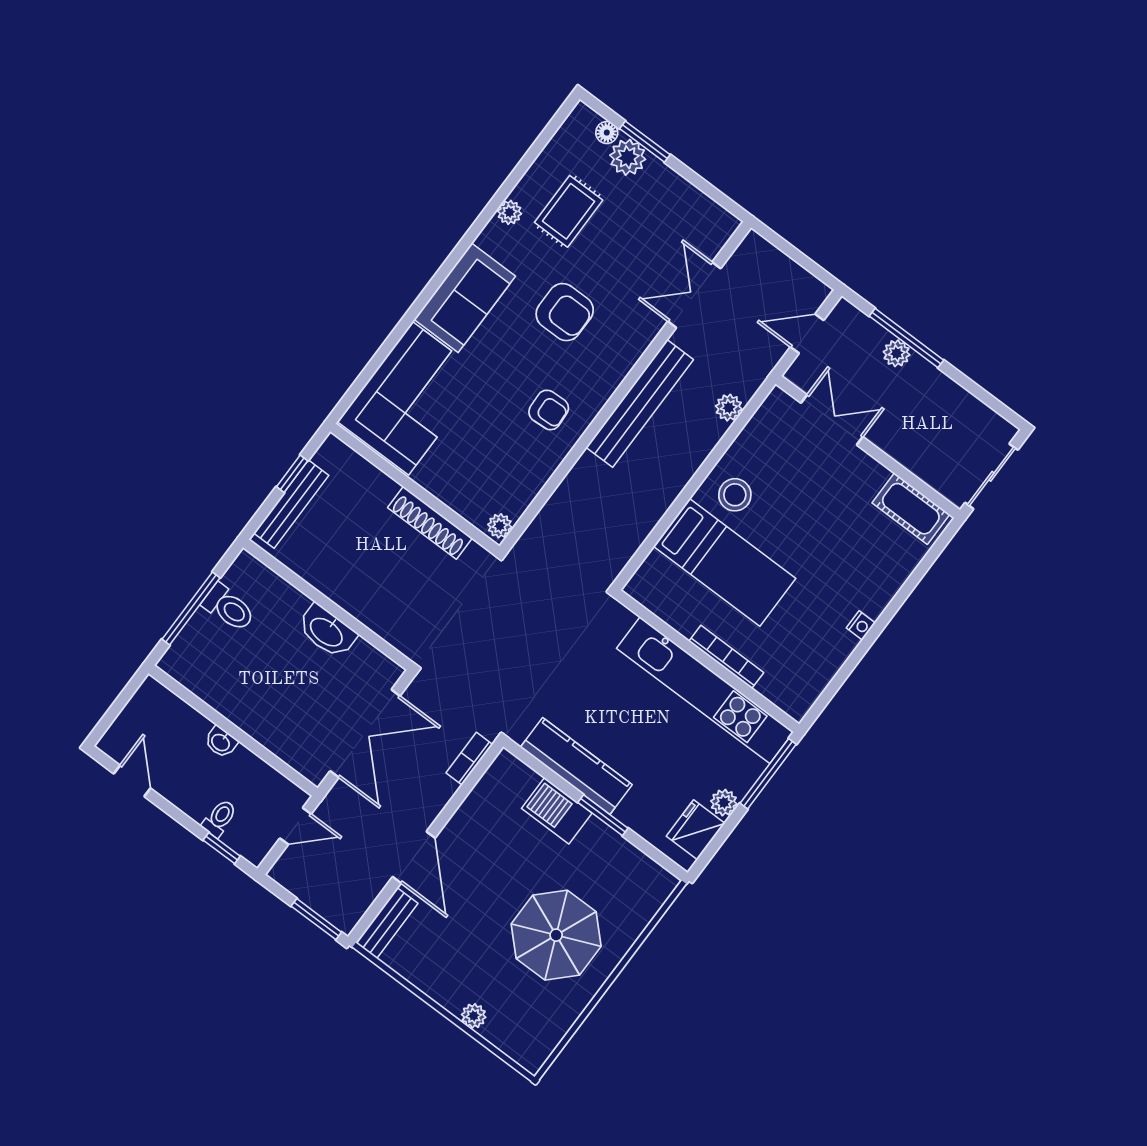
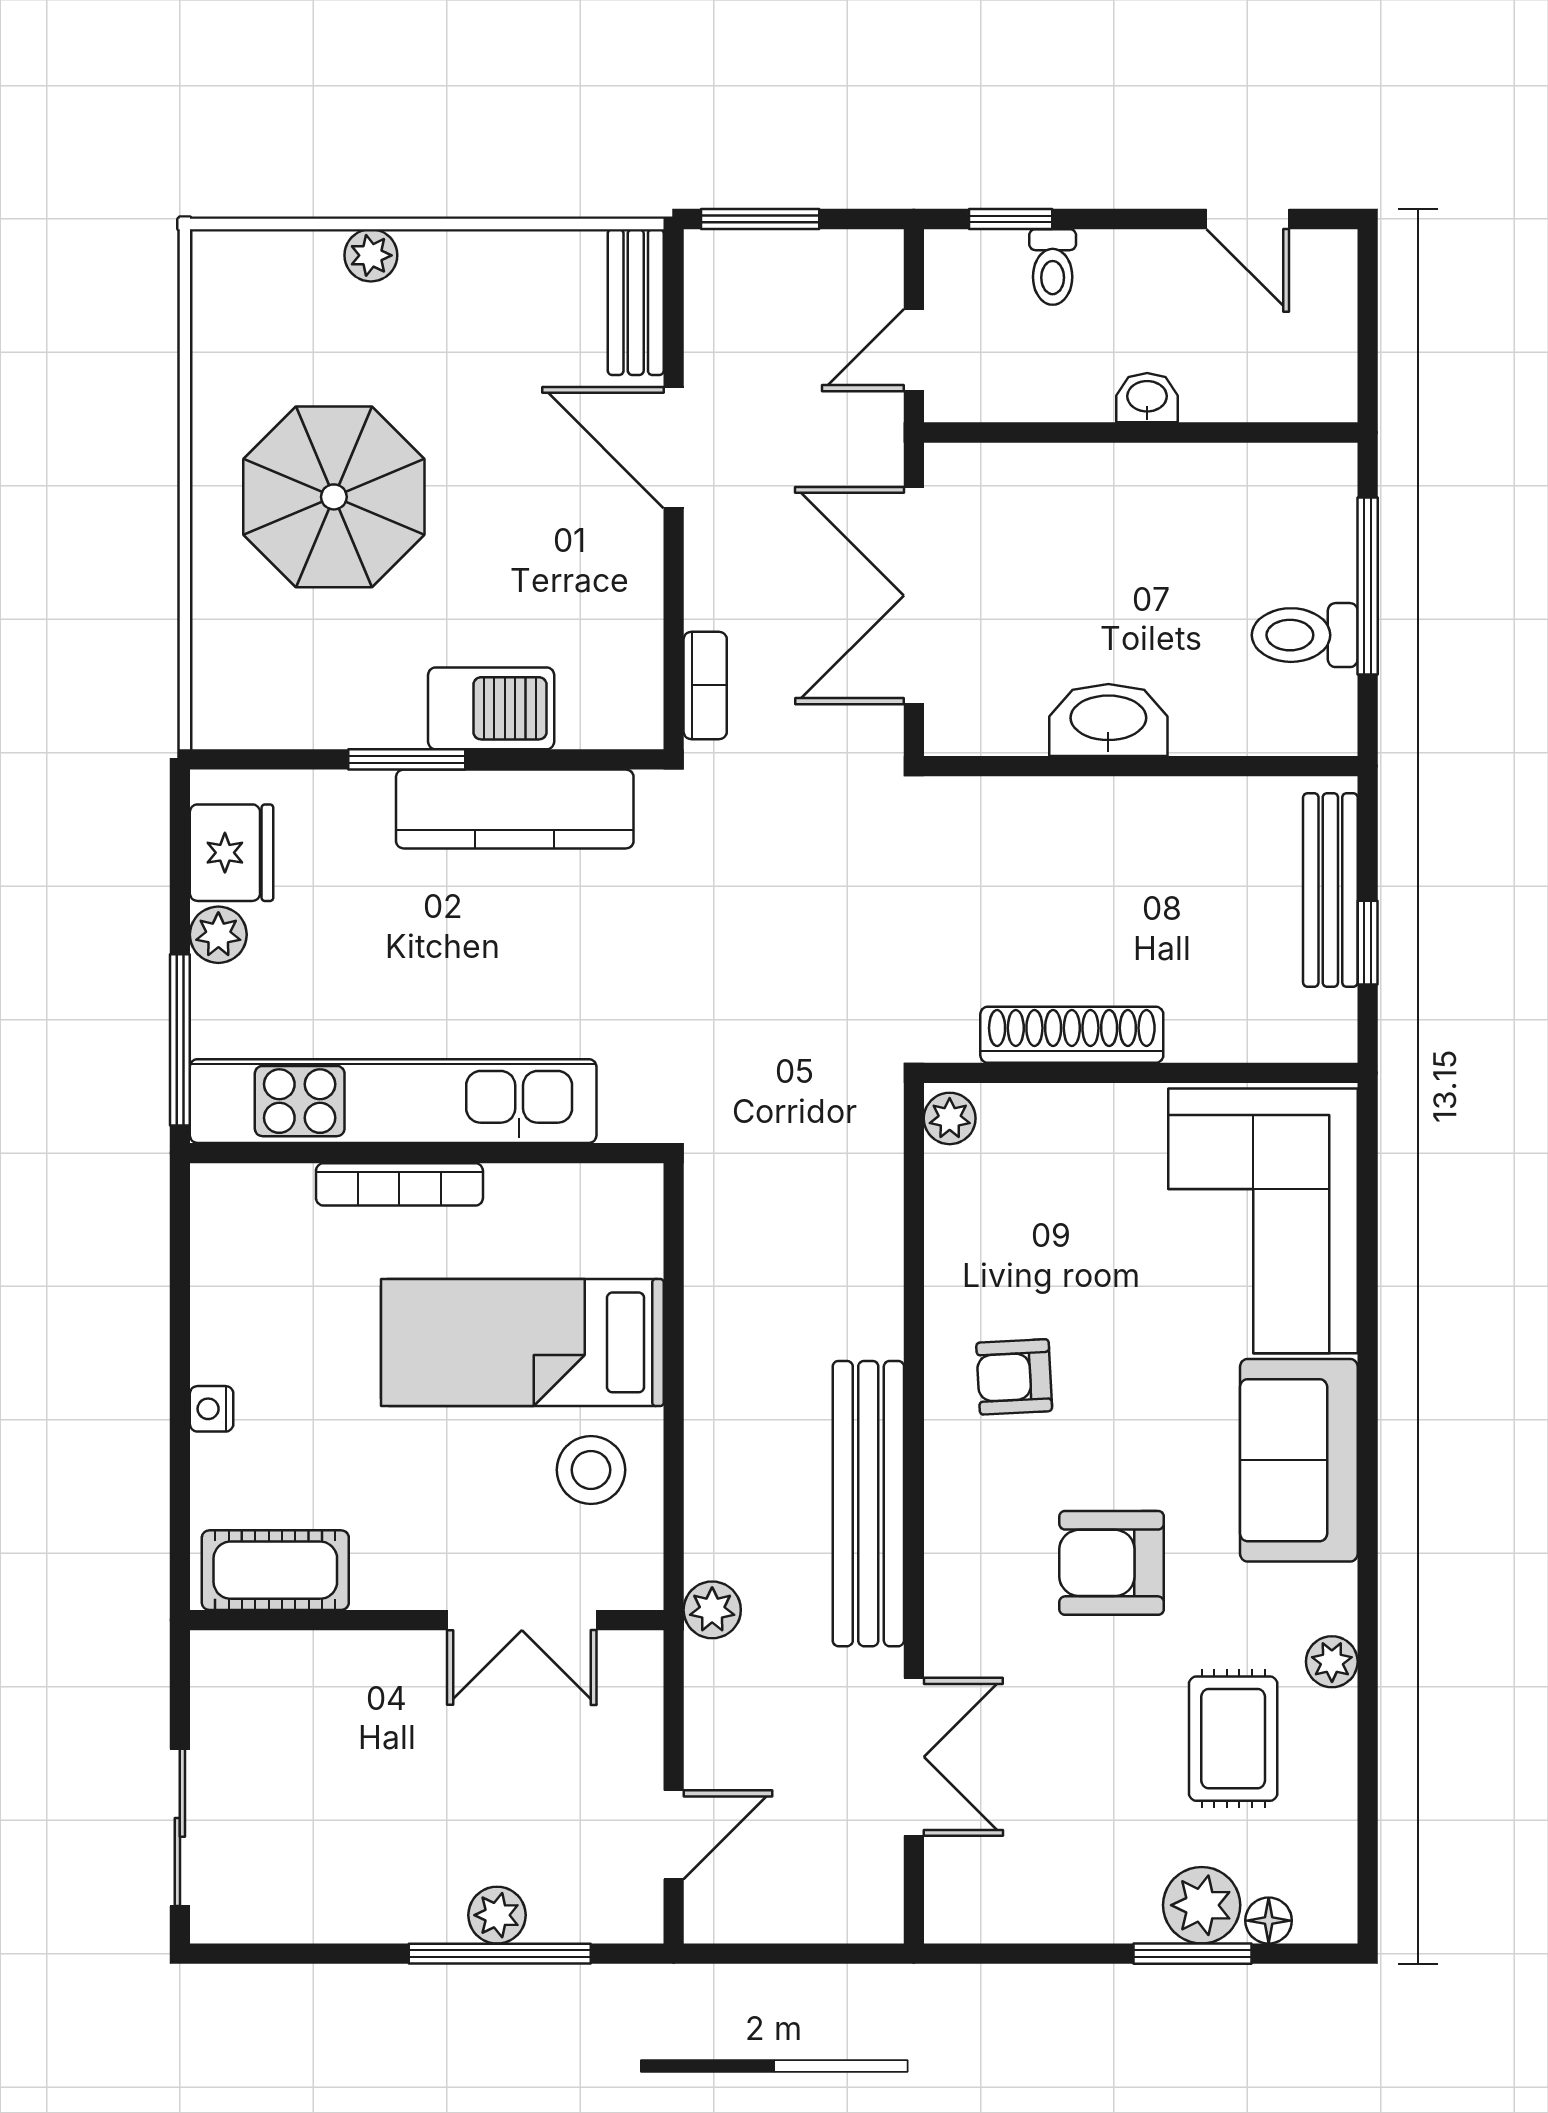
double door: (832, 420) -> (522, 1620), moved
wall: (868, 447) -> (427, 1620), moved
cot: (911, 509) -> (275, 1570), moved

